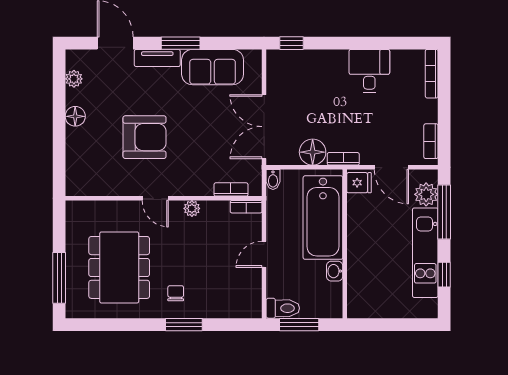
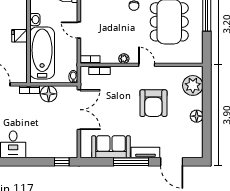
window: (181, 43) -> (131, 162), width x1.44
plant: (74, 79) -> (193, 85), moved, width x1.87, depth x1.87
armchair: (145, 137) -> (153, 103), turned -90
fridge: (359, 183) -> (20, 36), moved
door: (264, 254) -> (79, 30), swing flipped

